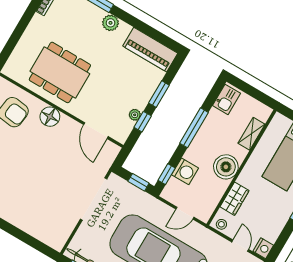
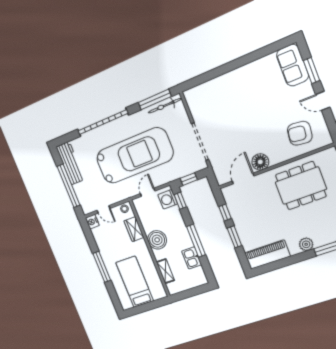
kitchen sink: (226, 99) -> (192, 258), moved
plant: (135, 115) -> (233, 211), removed
floor lamp: (50, 117) -> (260, 162), moved
door: (96, 131) -> (243, 179), hinge flipped
washing machine: (185, 171) -> (168, 199), moved

